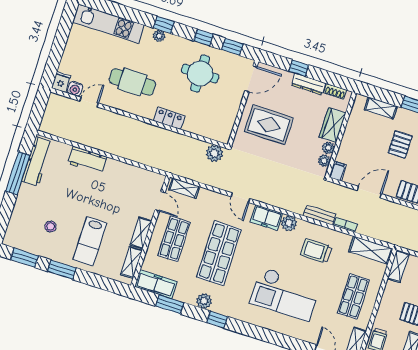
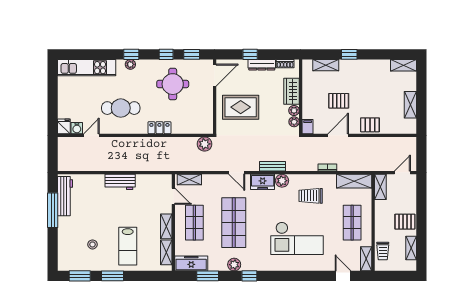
pallet: (400, 145) -> (339, 101), moved, turned 90
workbench: (87, 160) -> (120, 182), moved
bench: (320, 215) -> (272, 166), moved

